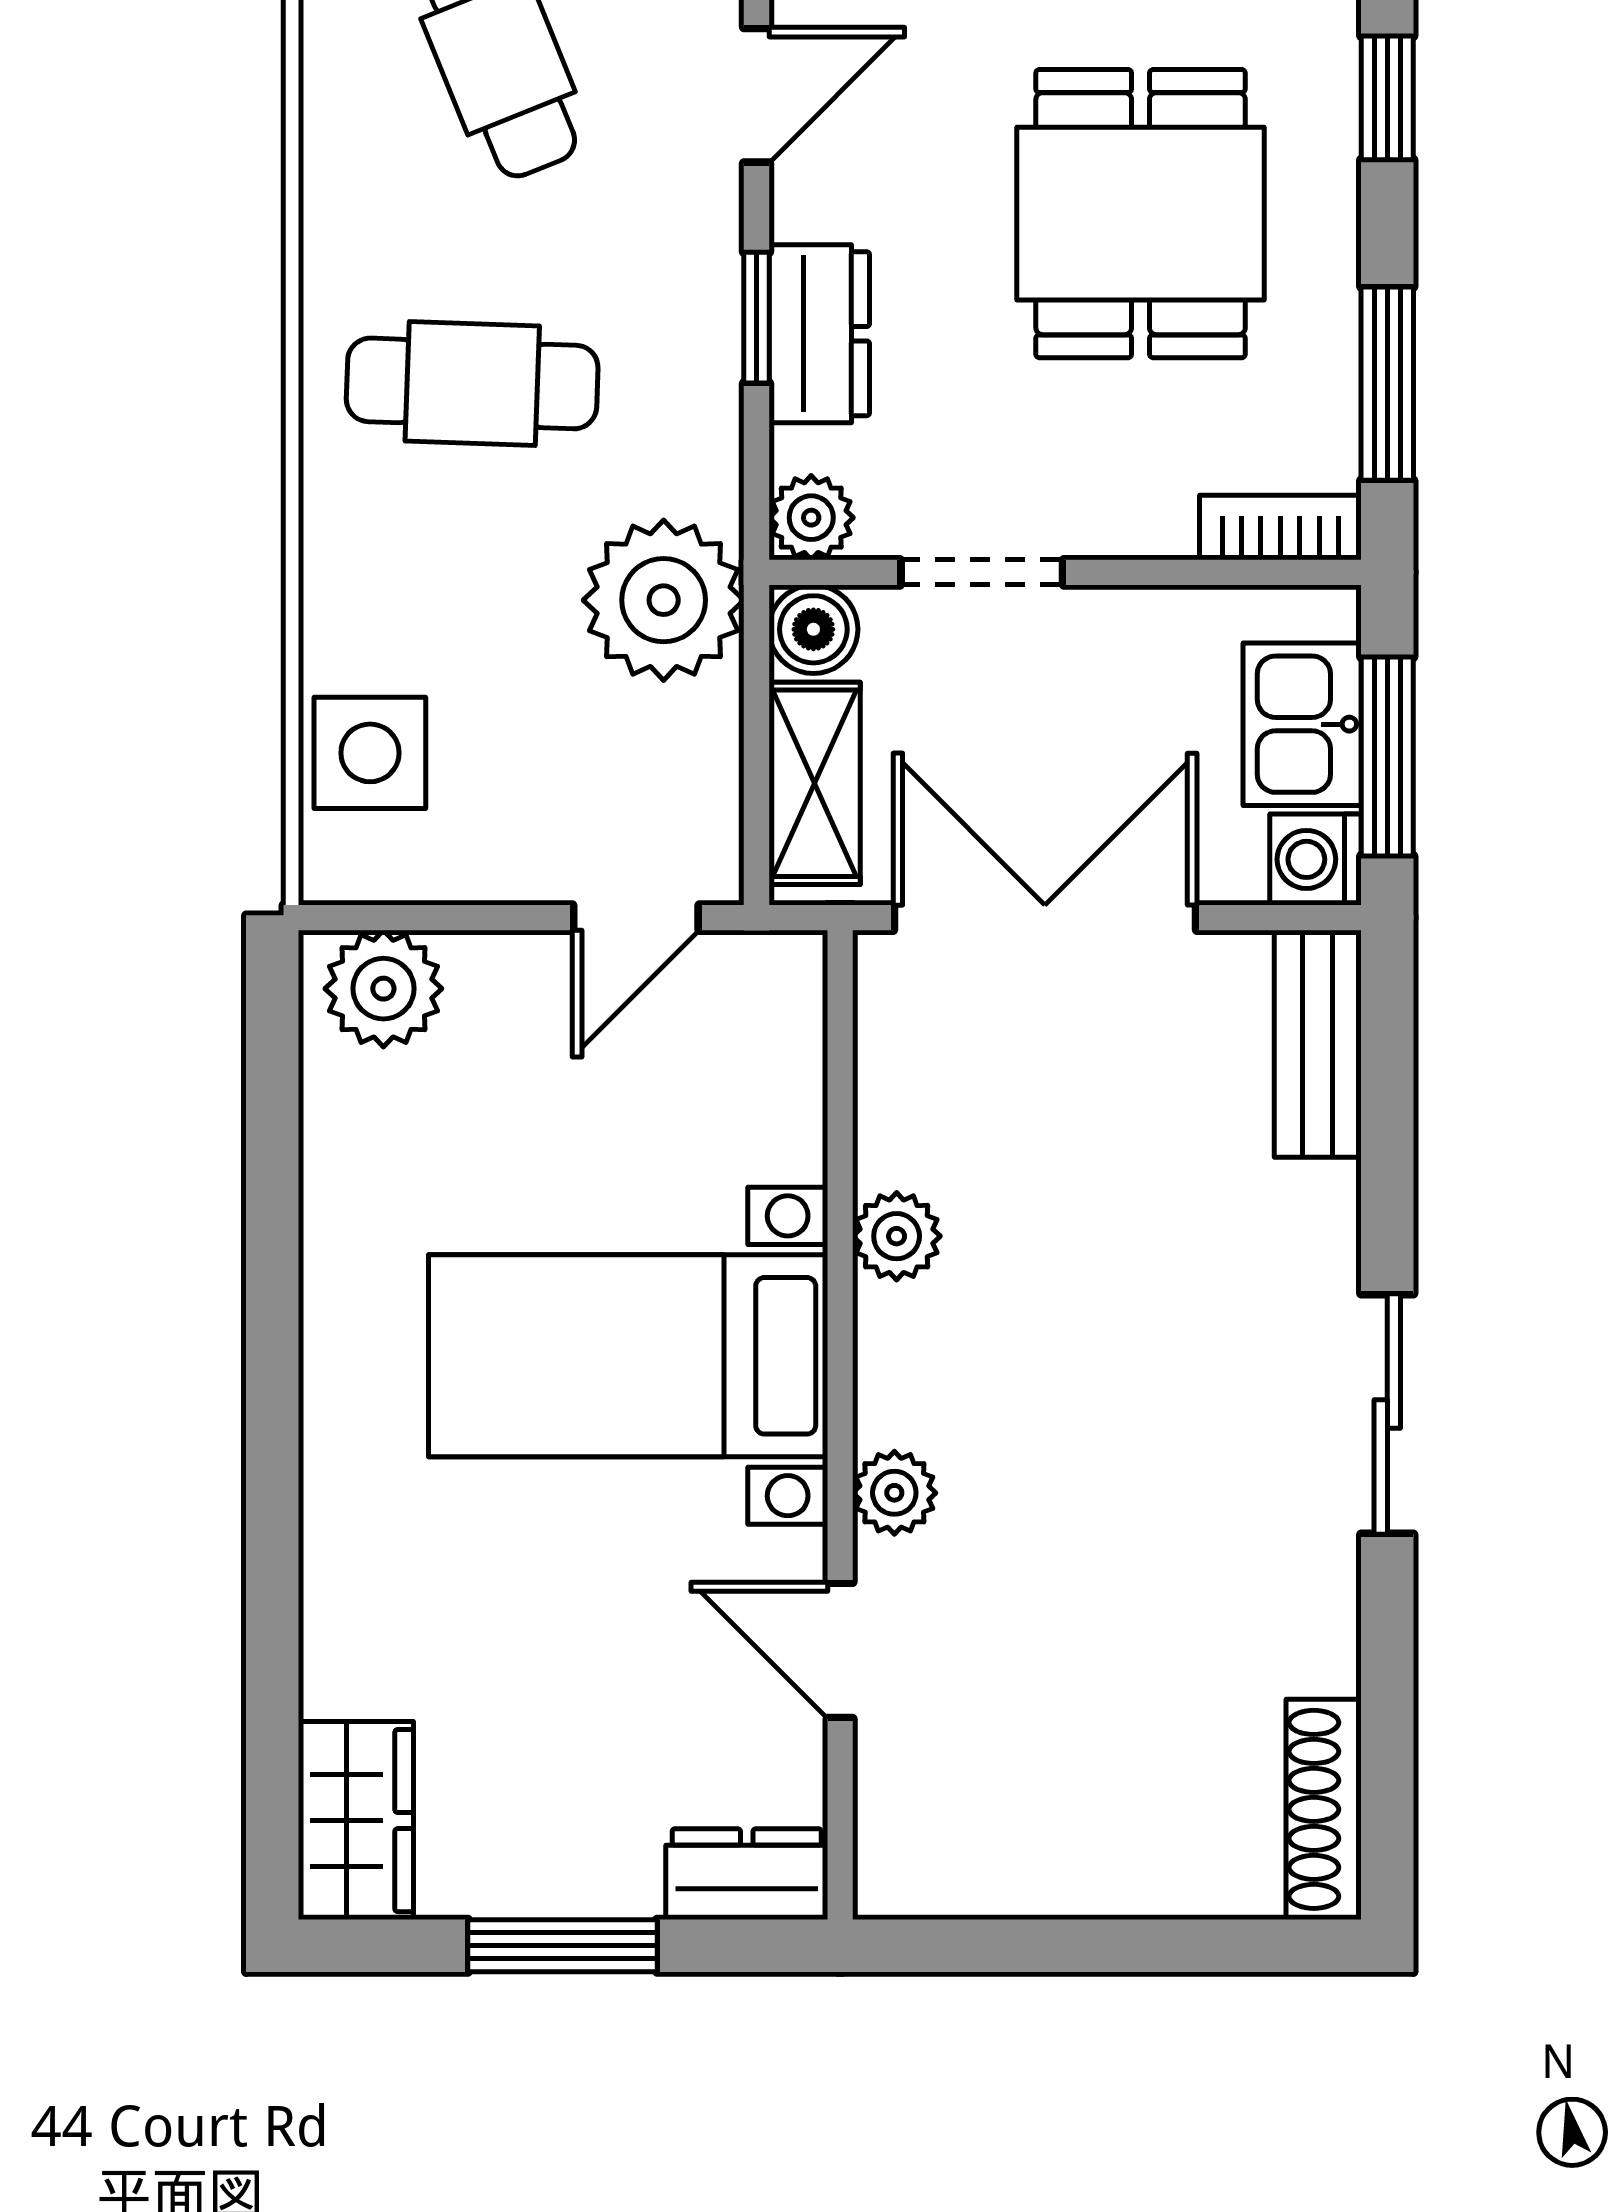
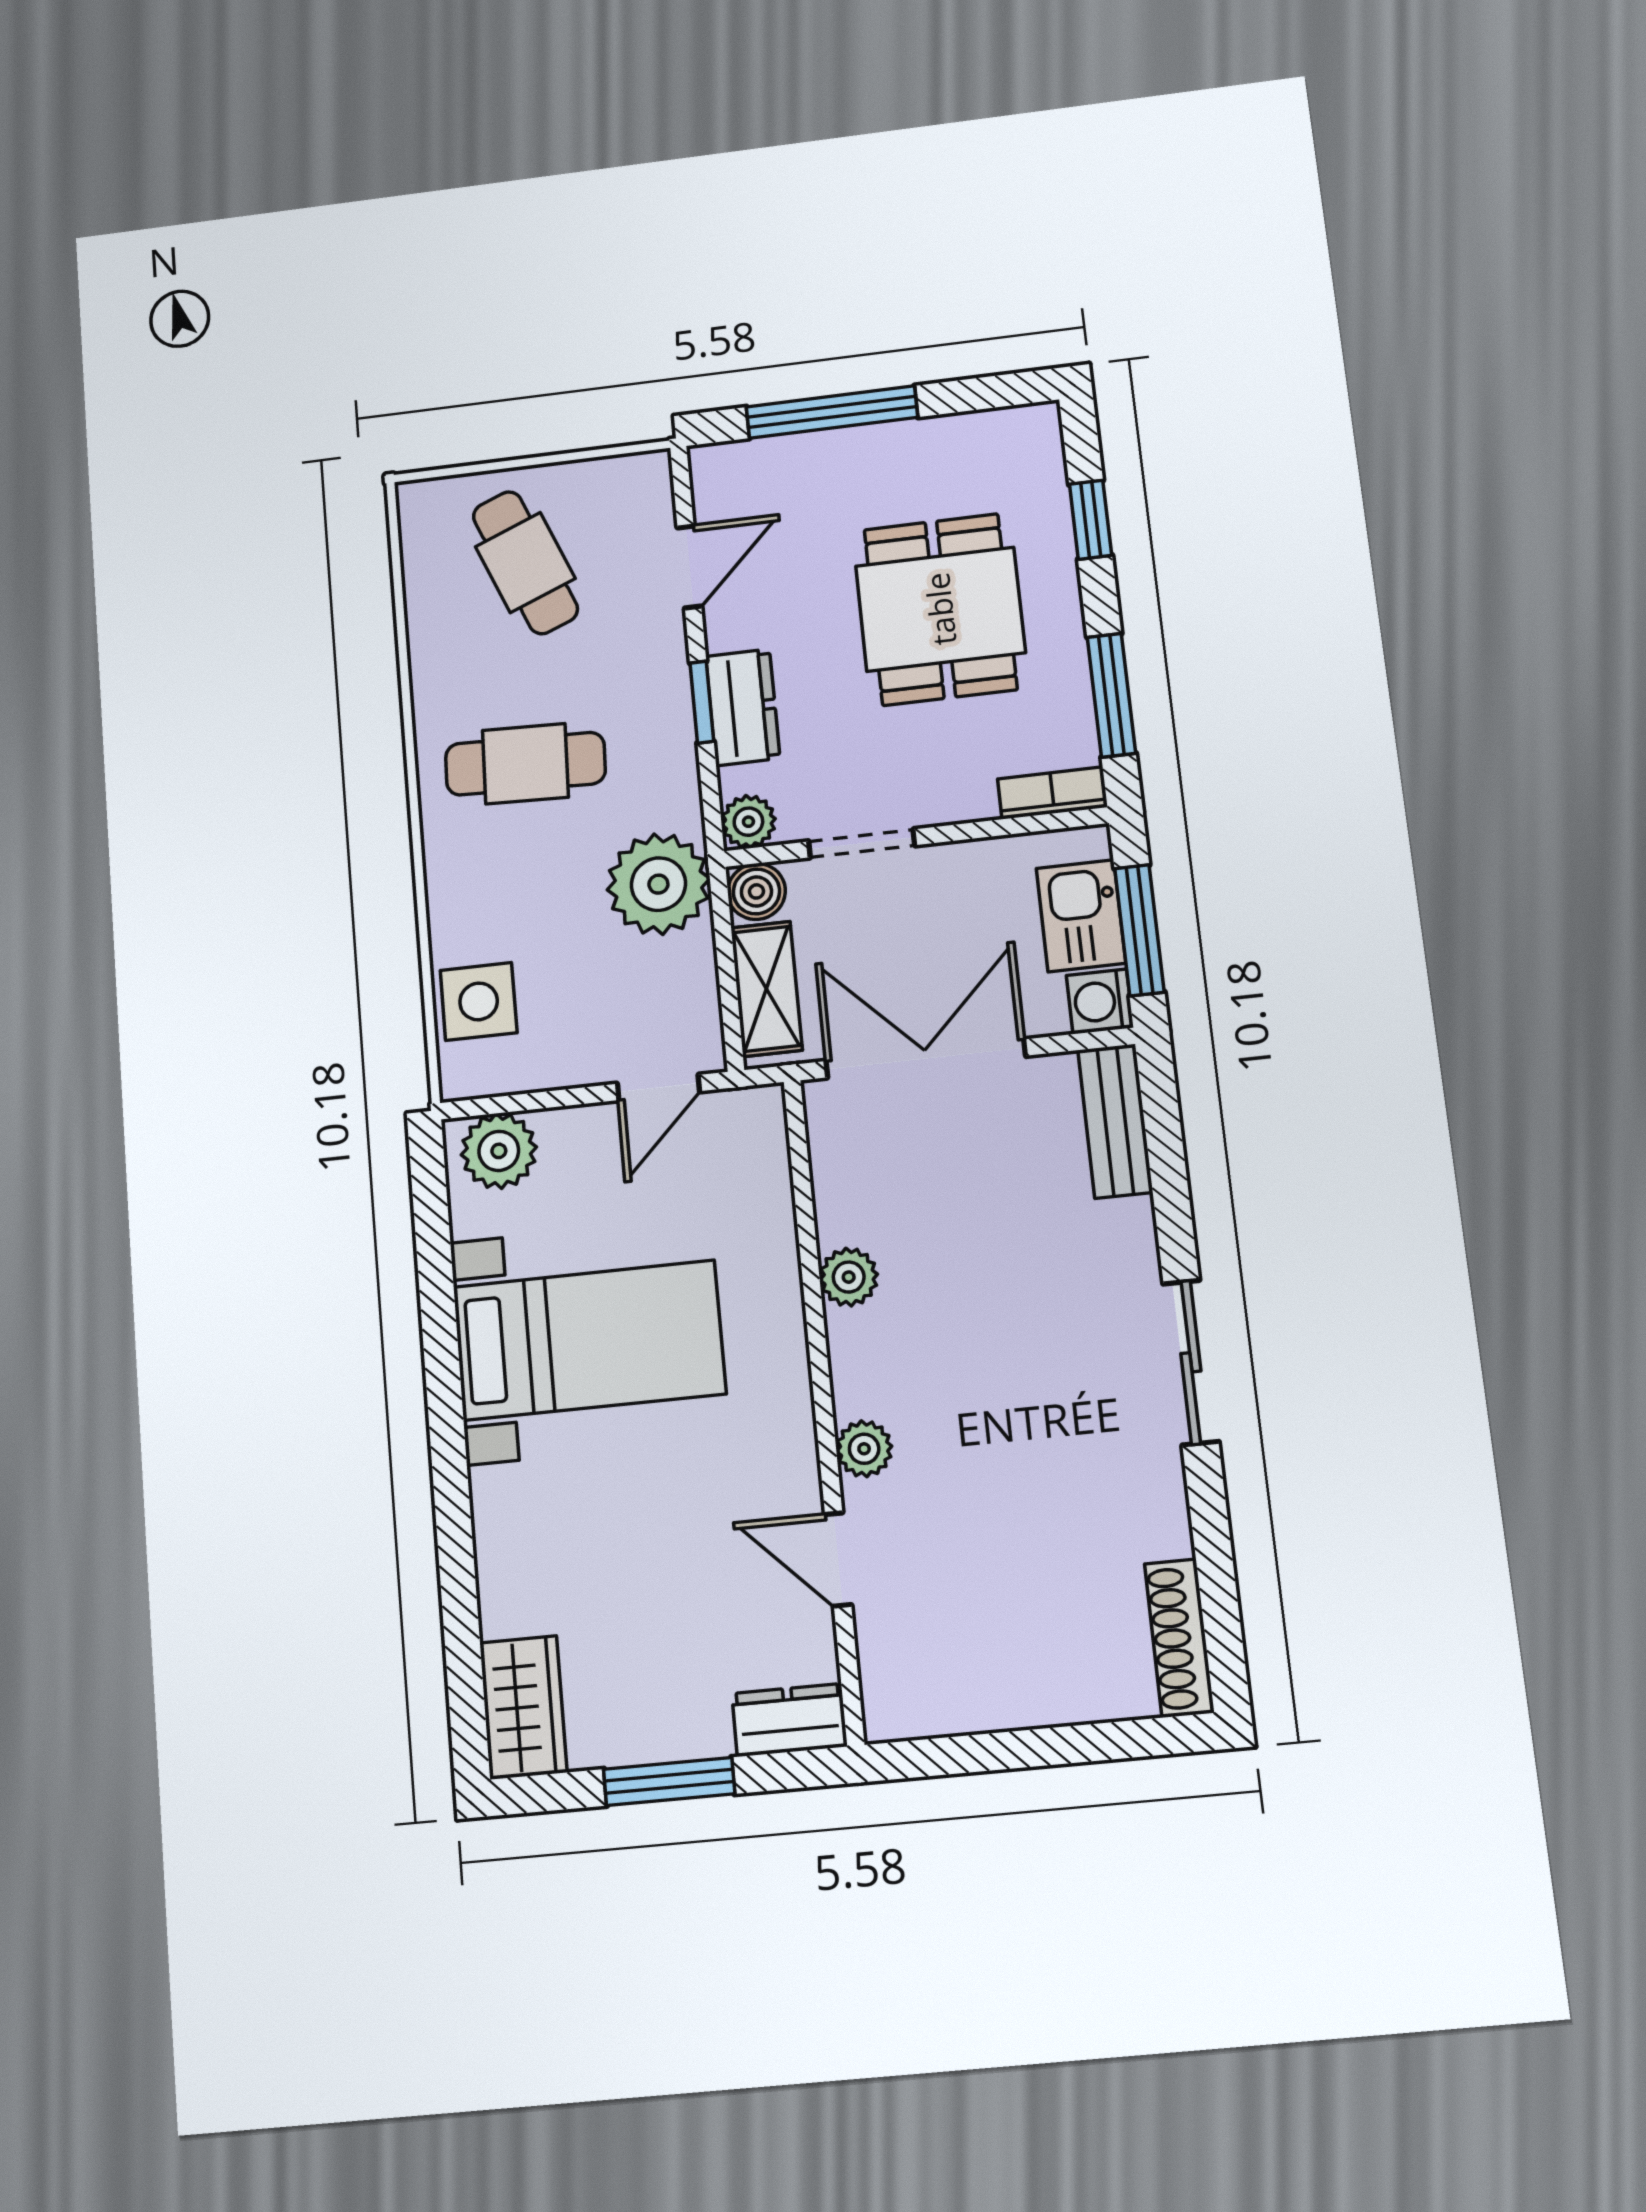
bed with nightstands: (628, 1356) -> (589, 1340), moved, turned 180

